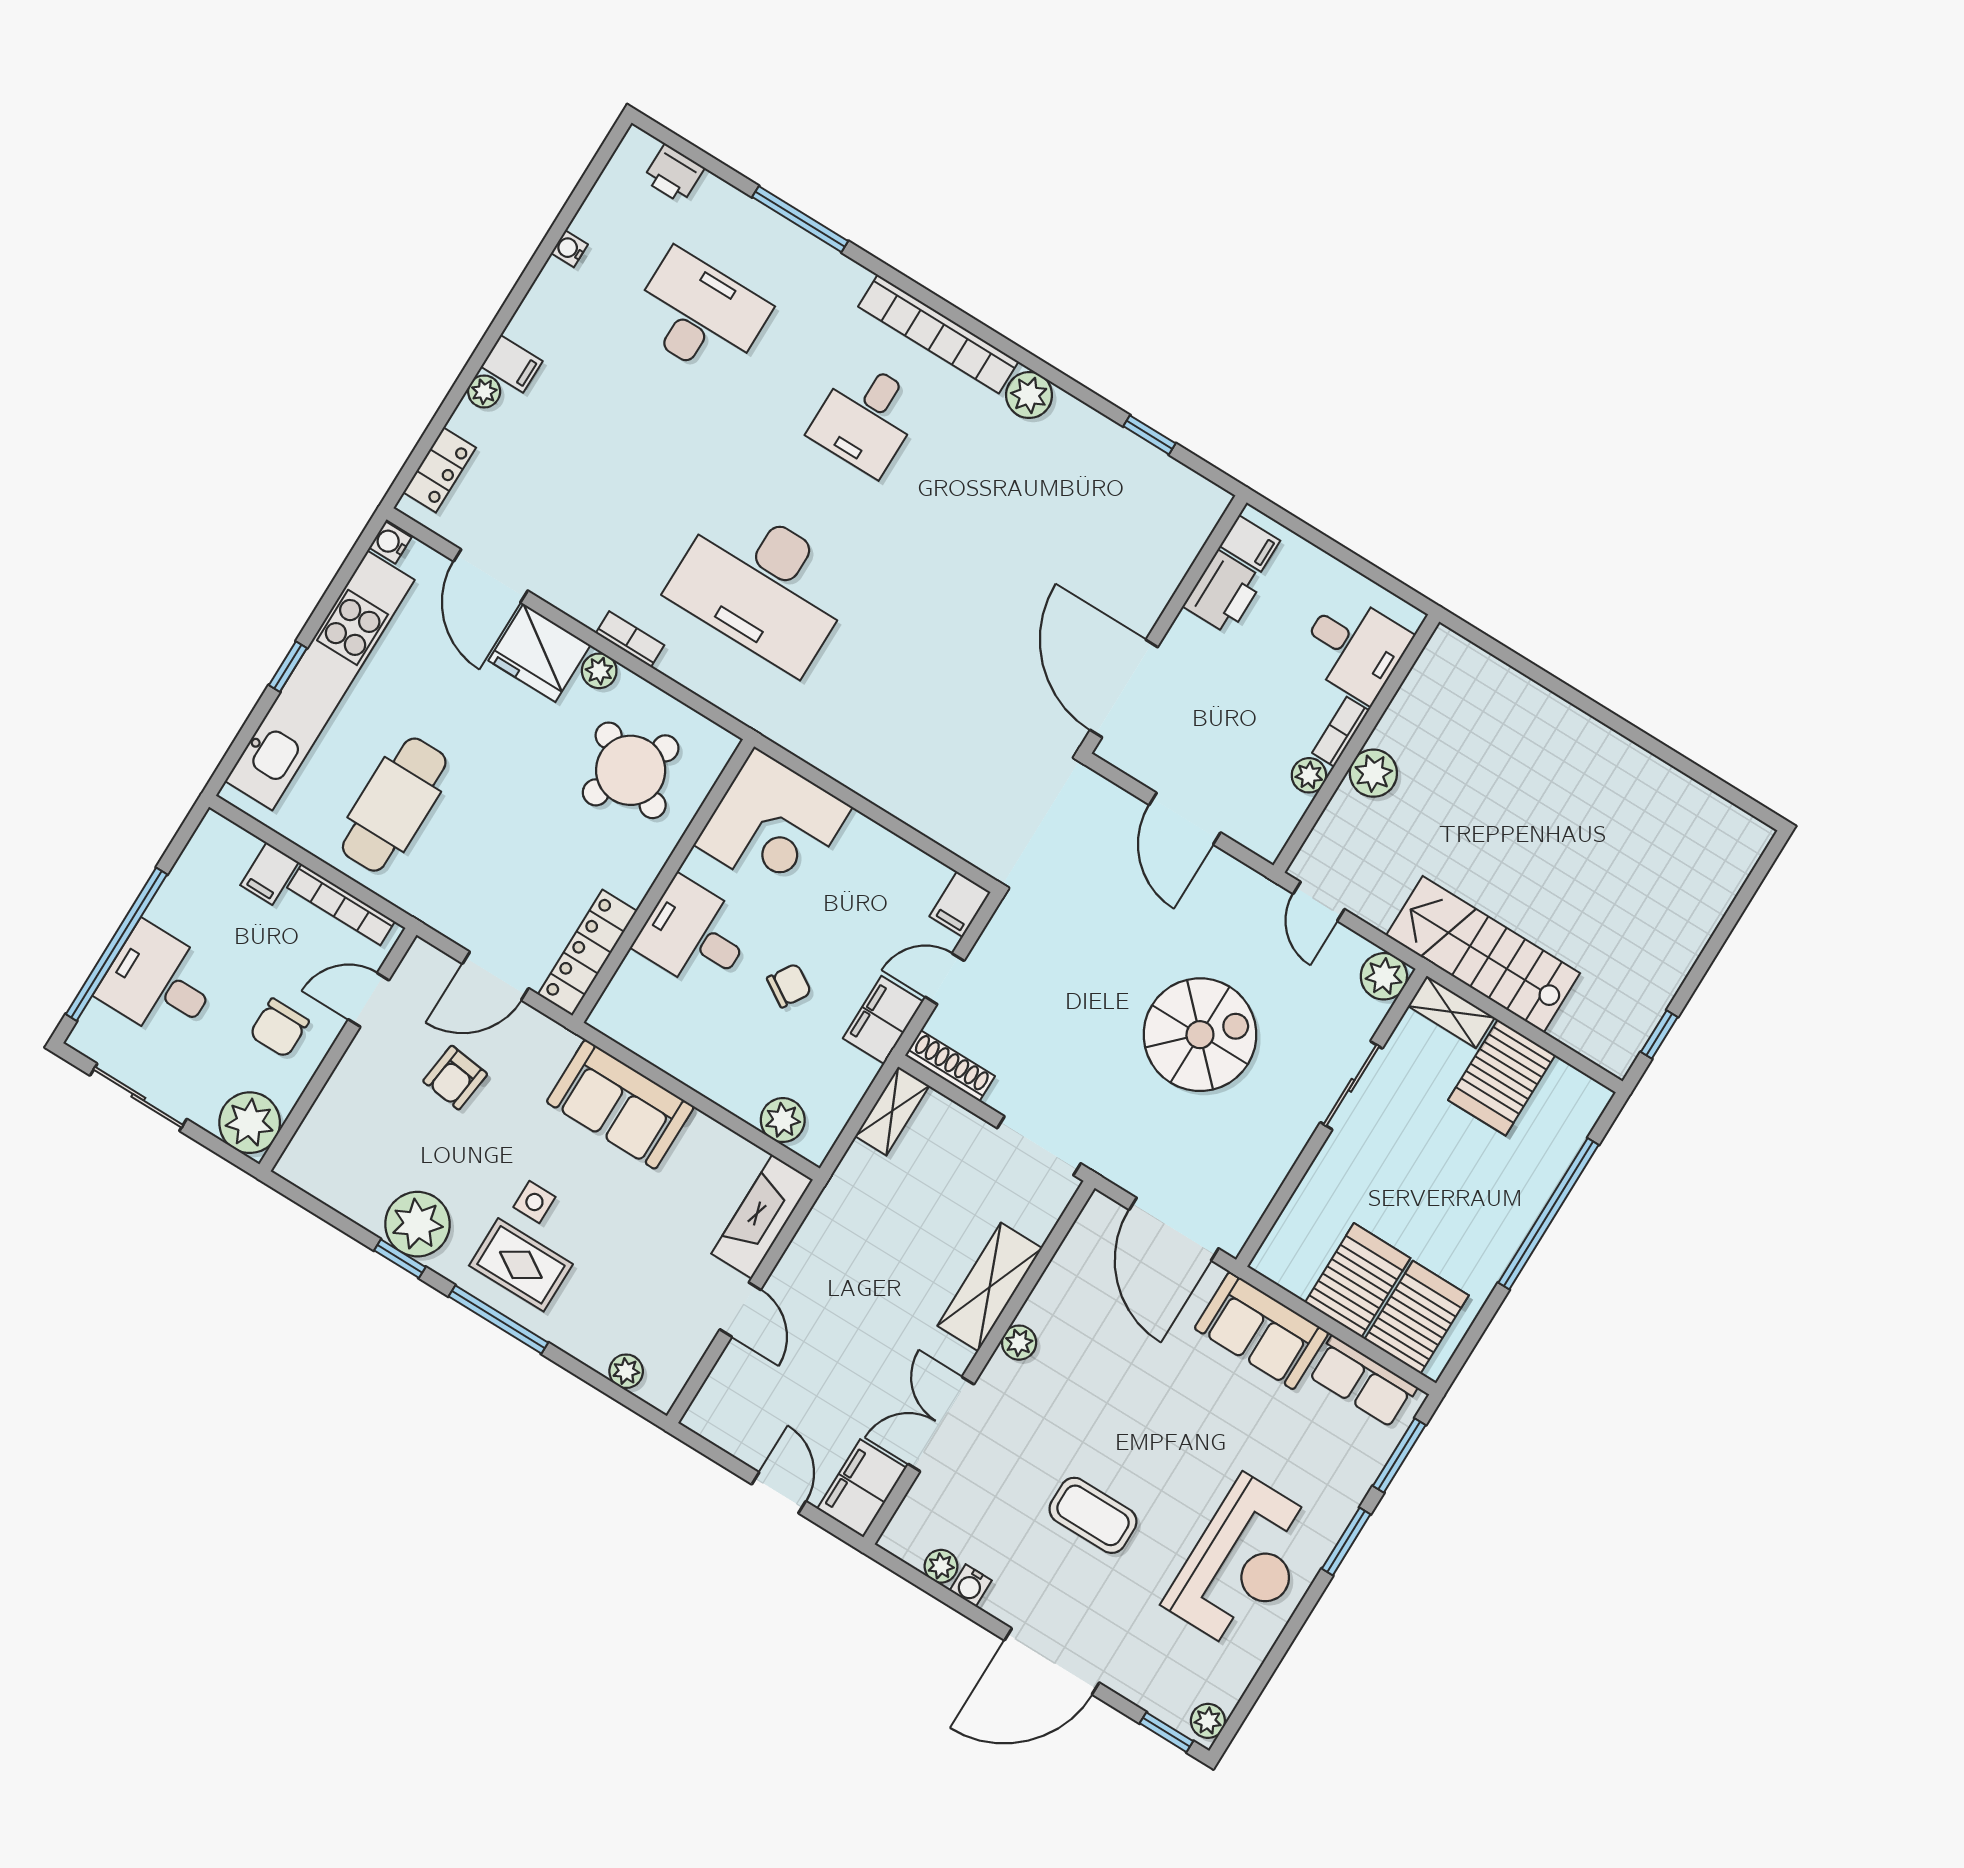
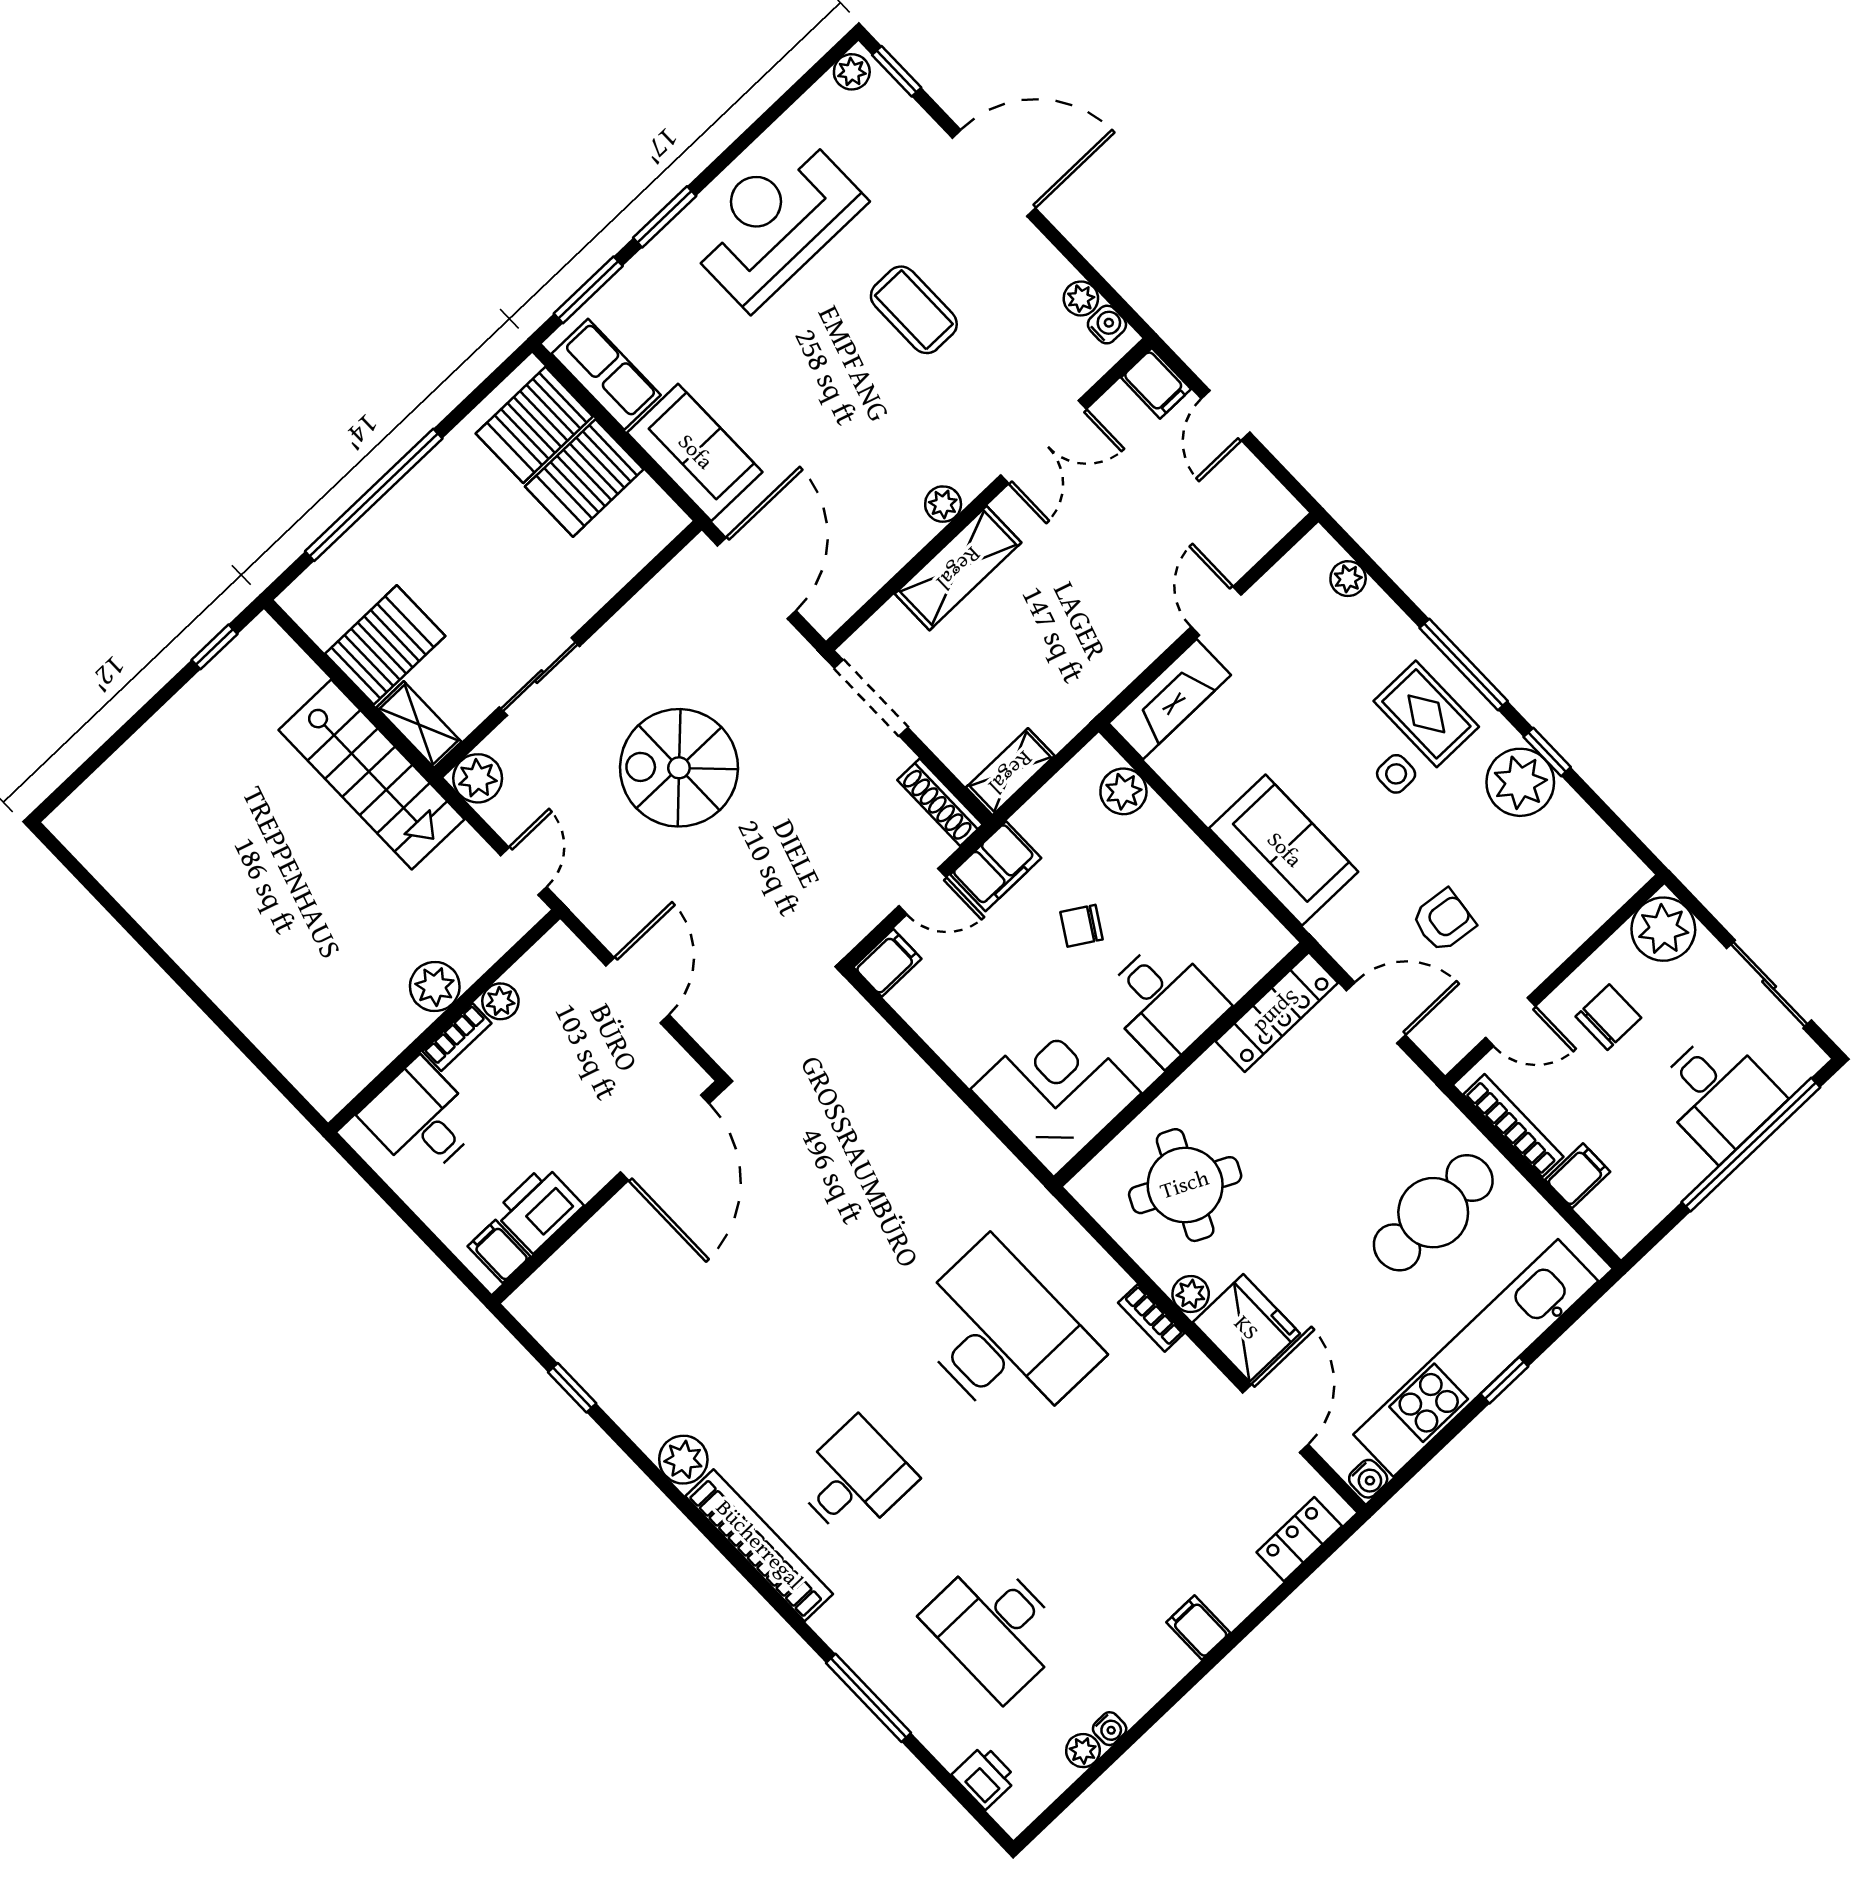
plant: (484, 392) -> (1083, 1751), moved
filing cabinet: (862, 1488) -> (1156, 383), width x0.50
water cooler: (971, 1585) -> (1107, 325), moved

